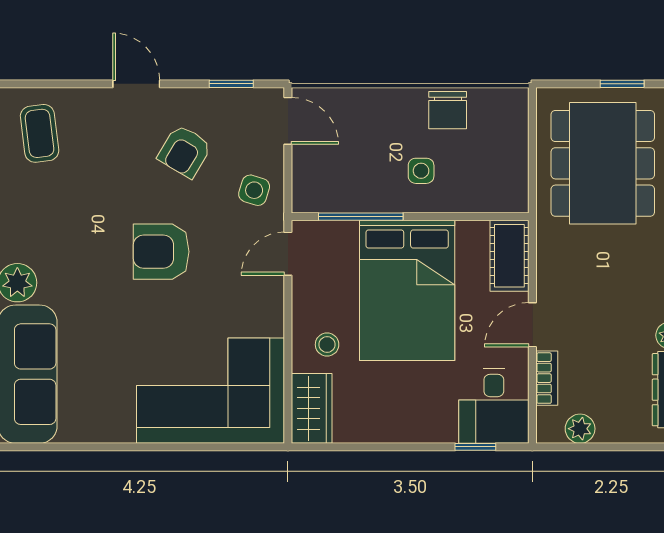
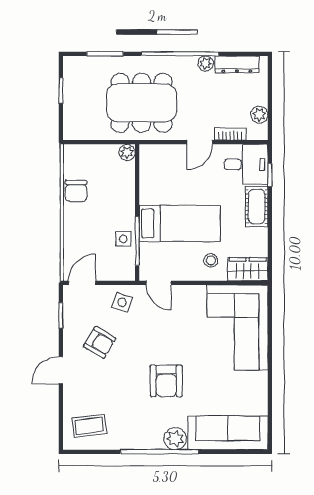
chair: (448, 110) -> (76, 191), turned 90
dining table: (603, 163) -> (142, 103), moved
side table: (421, 171) -> (123, 239), moved
plant: (515, 199) -> (127, 152), added
armchair: (161, 252) -> (166, 381), moved
cot: (509, 256) -> (257, 207), moved, turned 90
bed: (407, 290) -> (180, 223), width x0.67
door: (532, 325) -> (200, 142), hinge flipped

